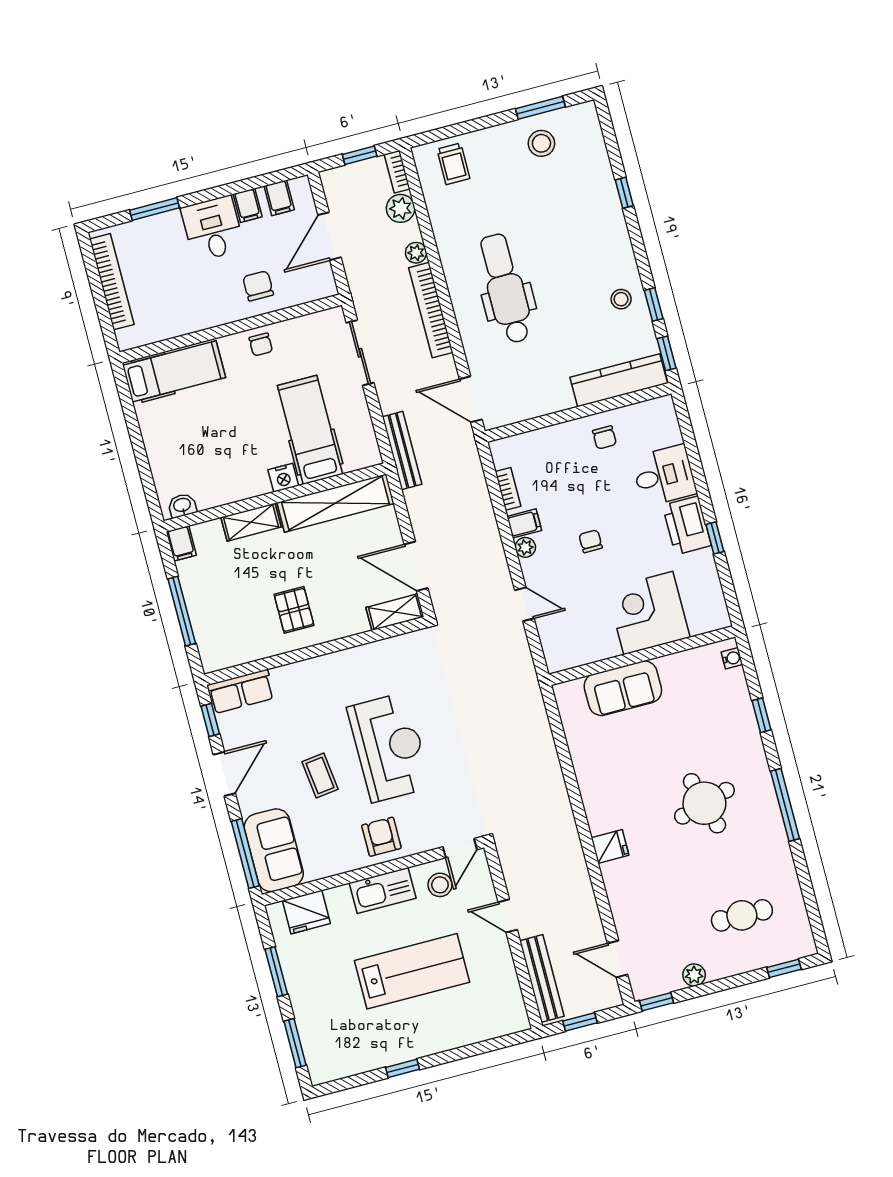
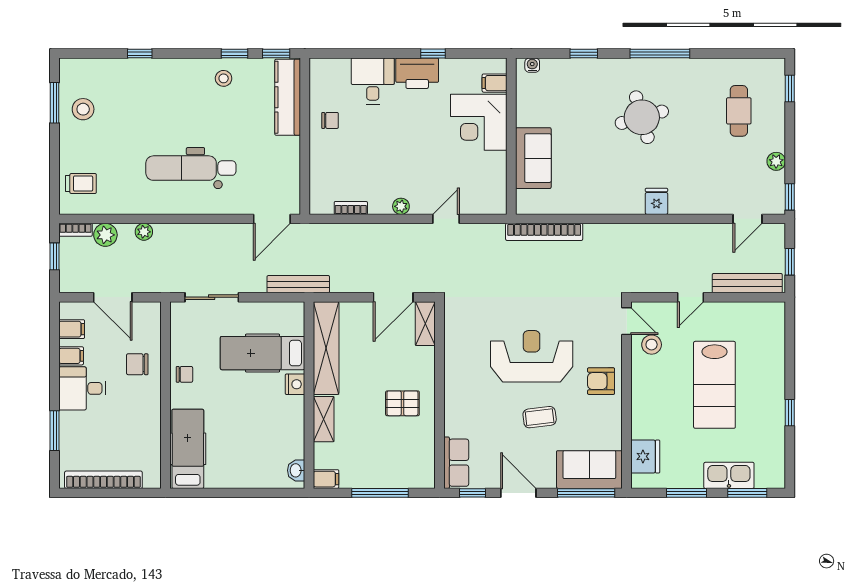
bookcase: (431, 310) -> (544, 232), moved
filing cabinet: (524, 523) -> (495, 83), moved, turned -90
chair: (591, 541) -> (410, 153), removed
kitchen sink: (383, 891) -> (729, 475), moved, turned -90
lab bench: (412, 971) -> (714, 385), turned 180

